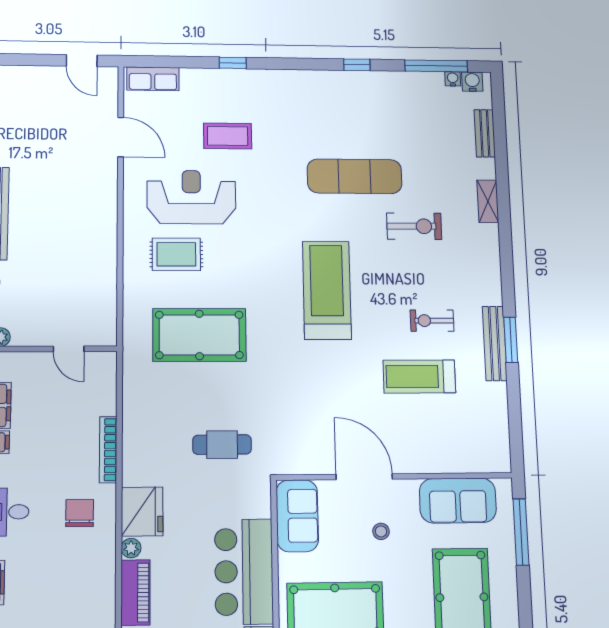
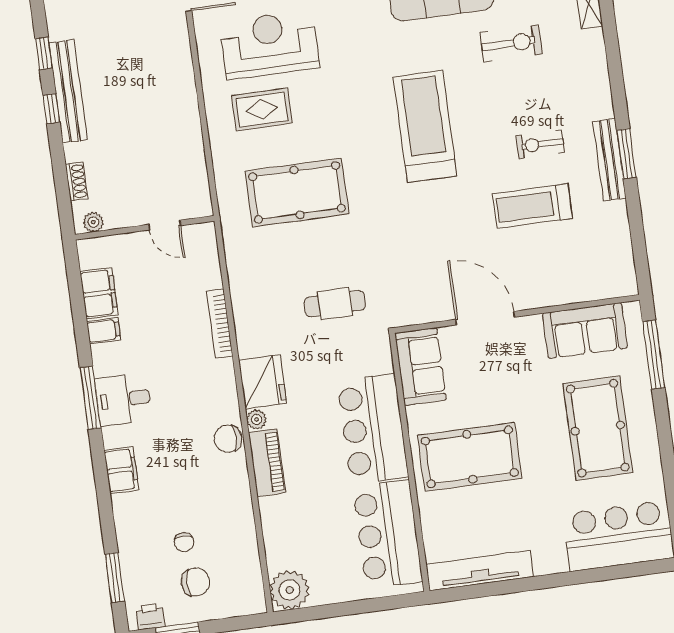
chair: (80, 513) -> (228, 439), moved, turned -90
stool: (381, 531) -> (508, 372), removed

